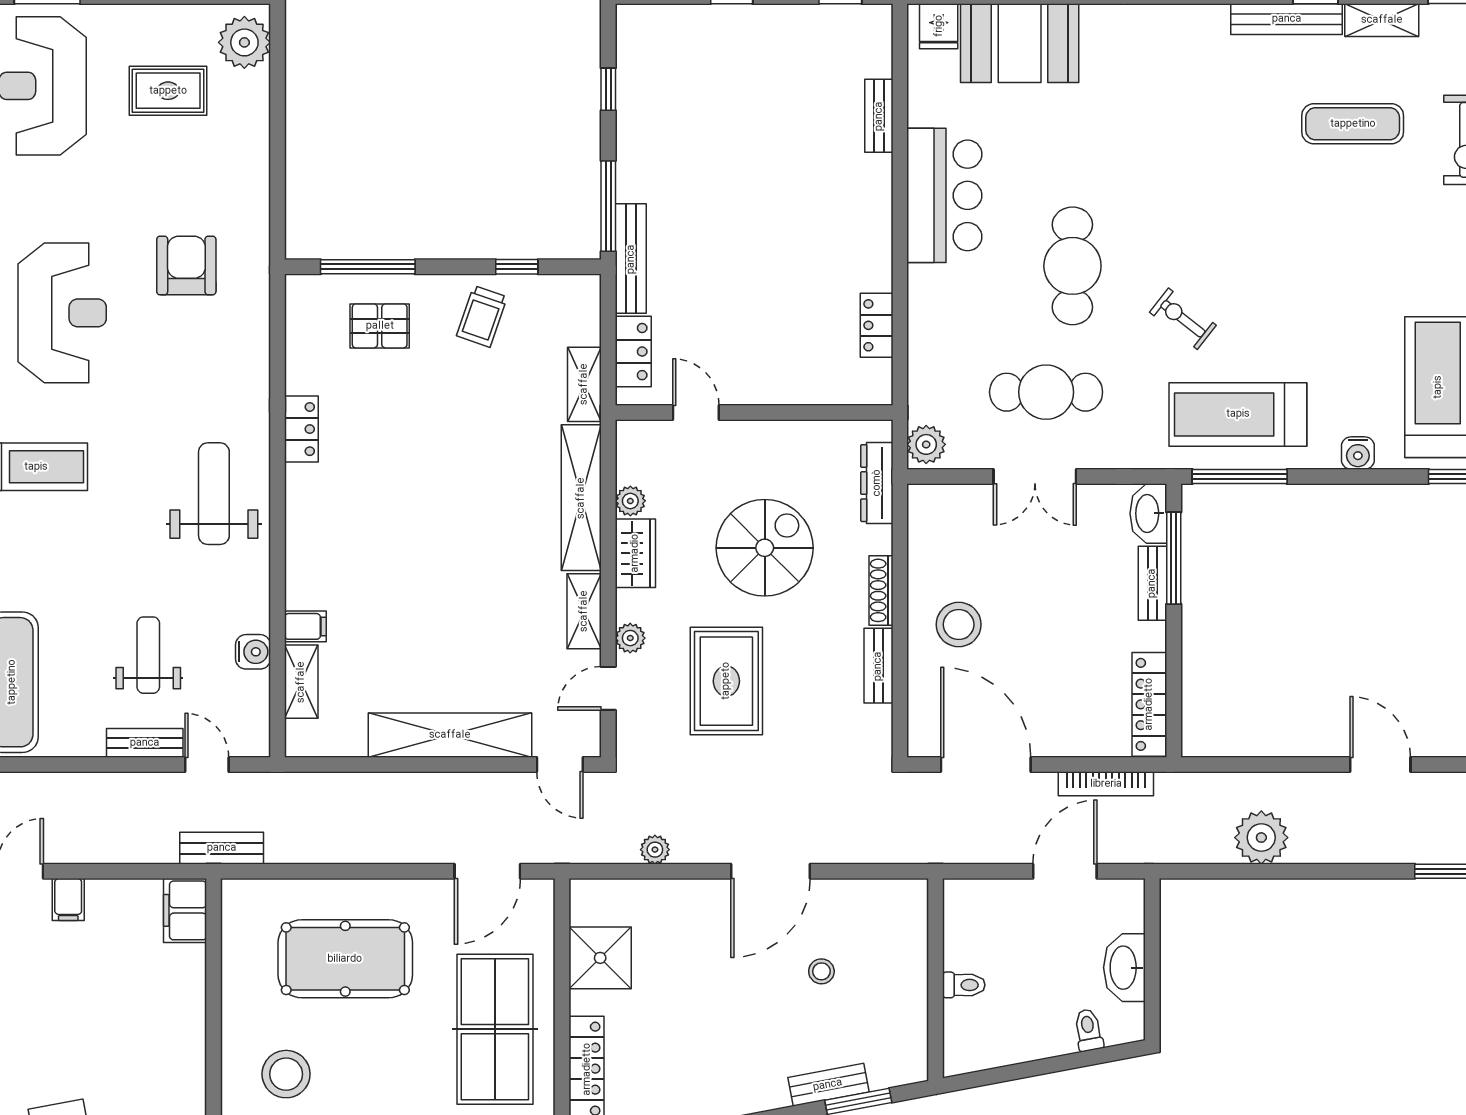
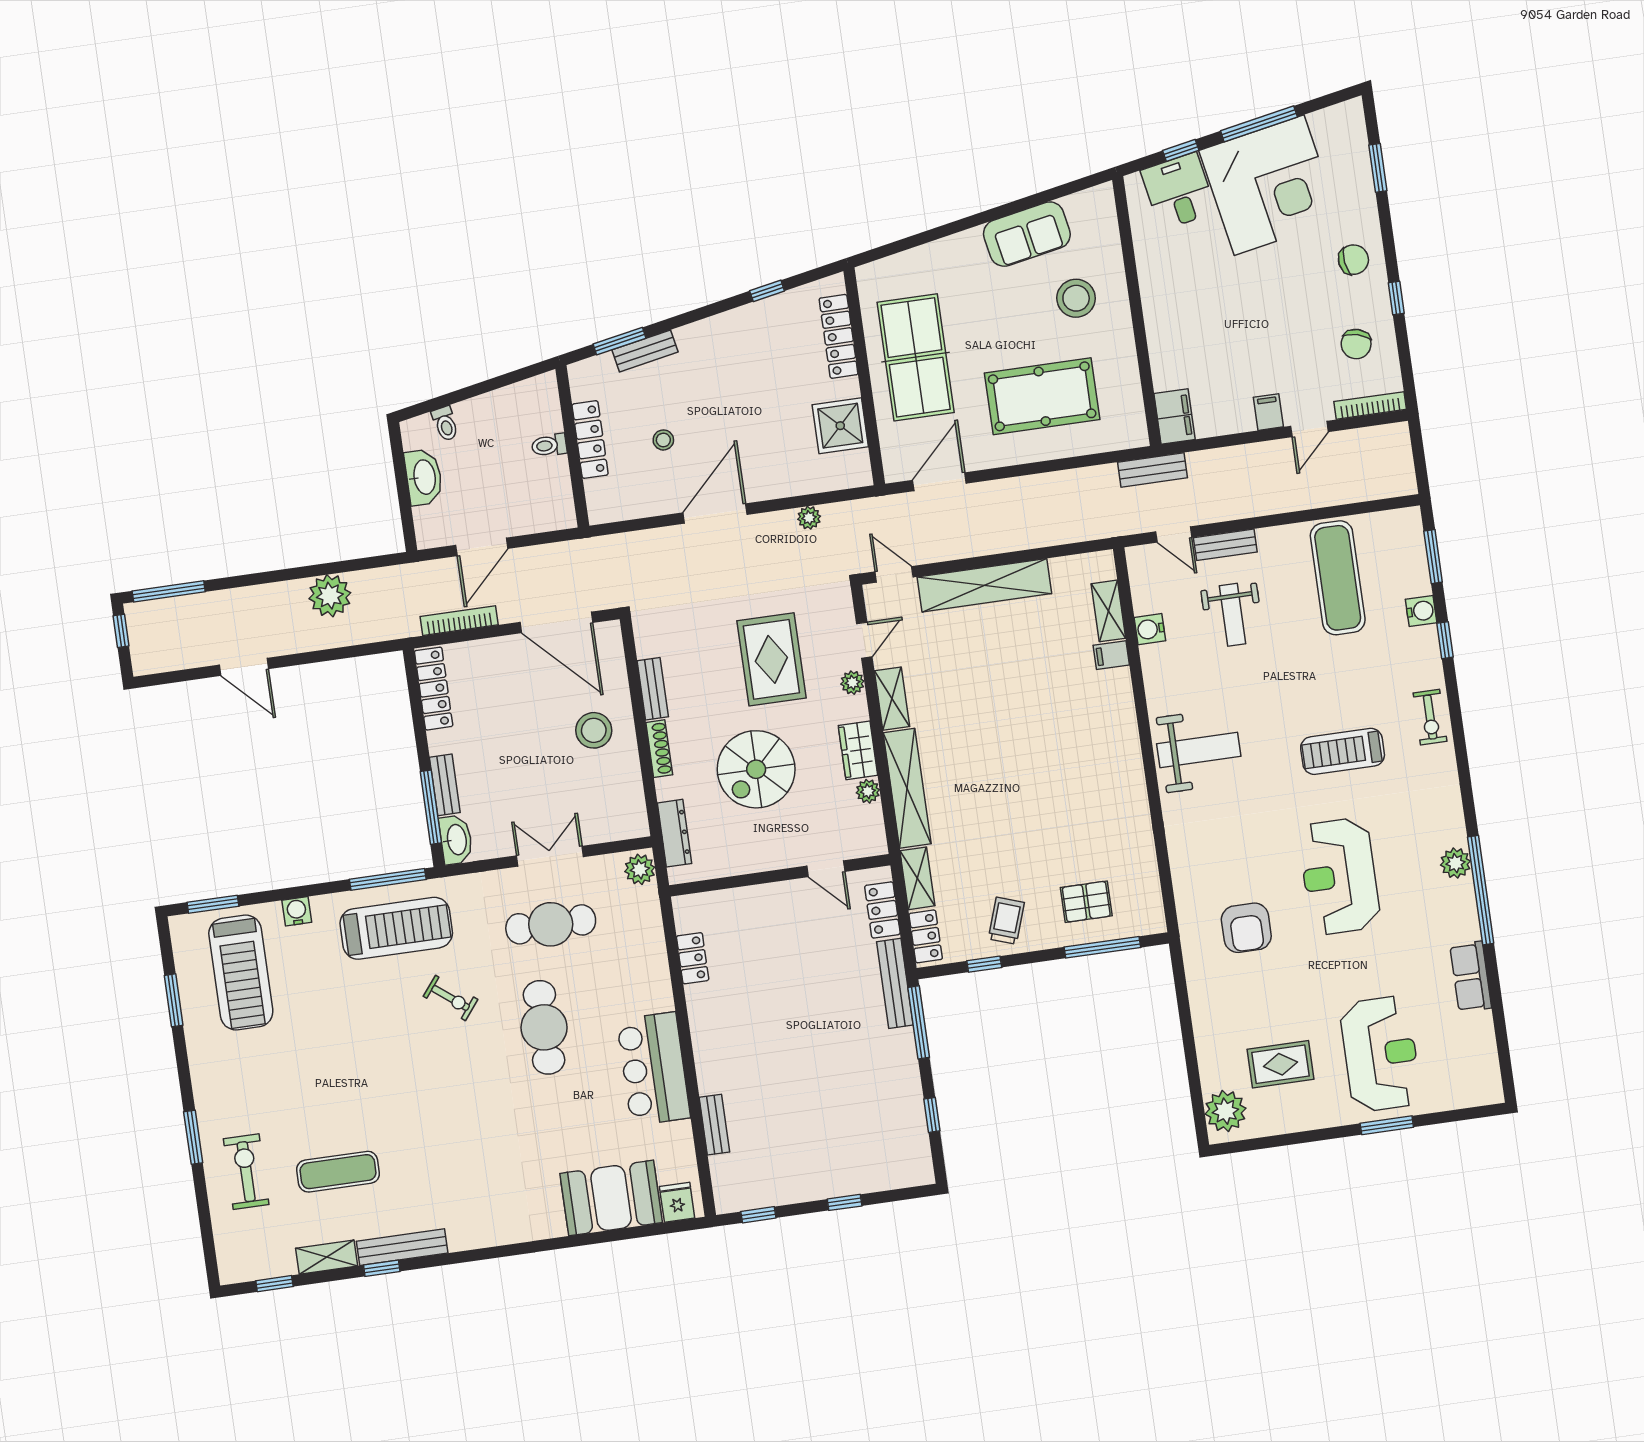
locker: (301, 429) -> (926, 936), moved, turned 180
weight bench: (214, 494) -> (1199, 750), turned -90
locker: (912, 985) -> (590, 440), added

